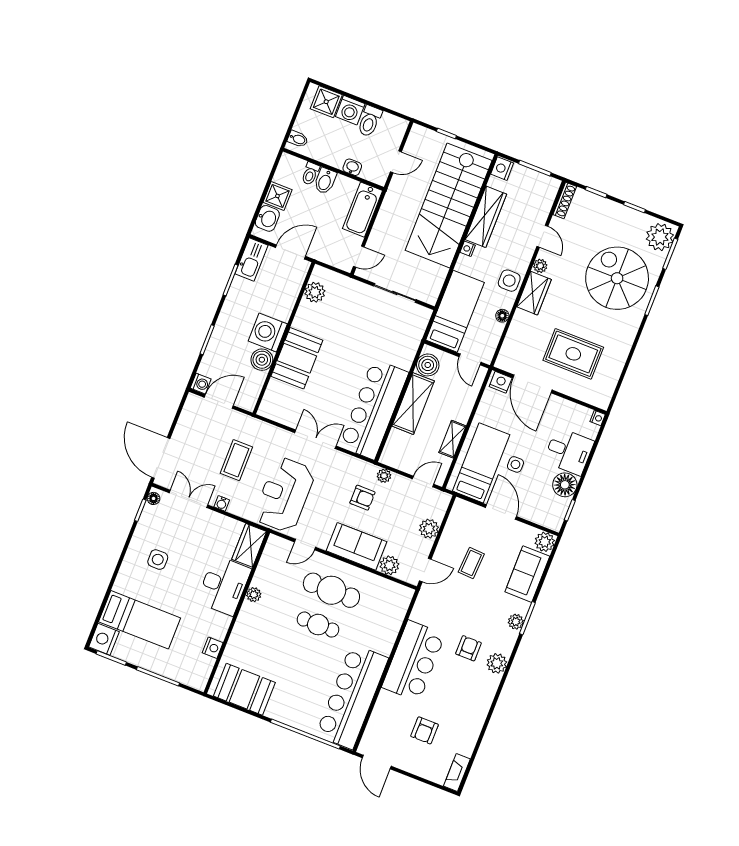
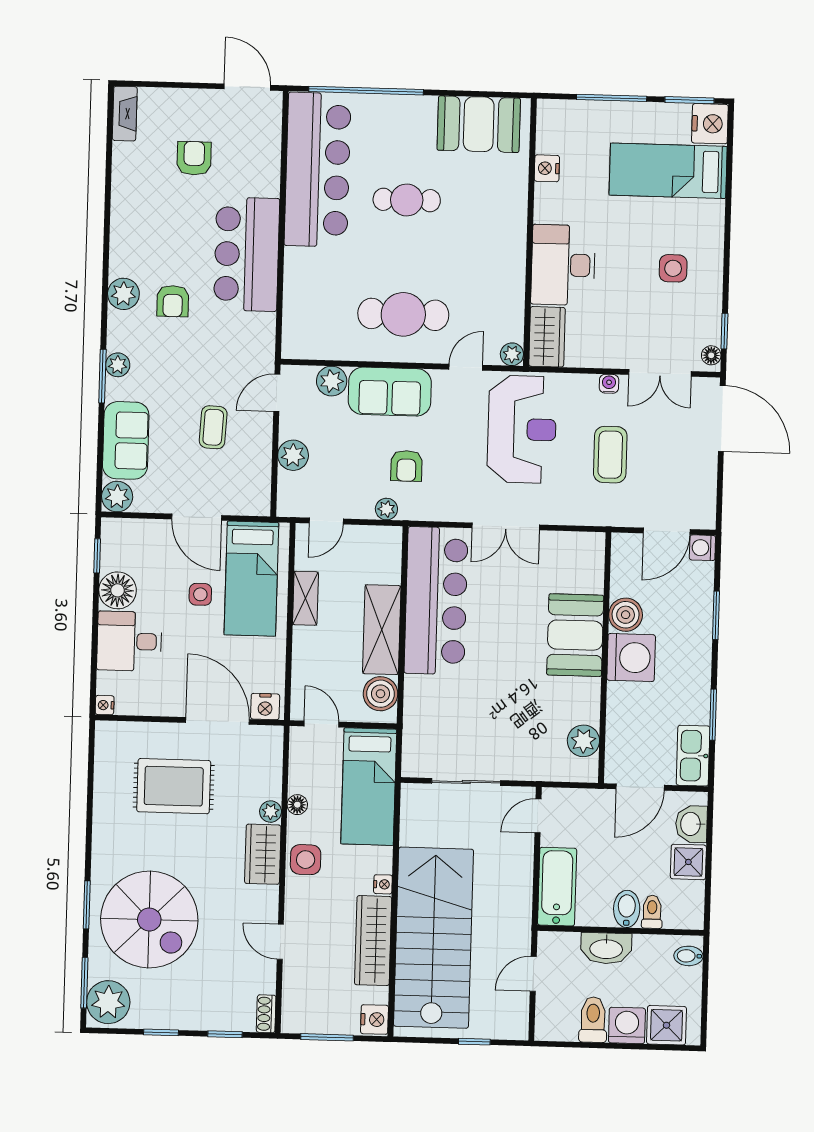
washbasin: (352, 167) -> (606, 948), width x1.91, depth x1.45
shoe rack: (565, 200) -> (266, 1014), width x0.70
plant: (540, 266) -> (271, 812), moved
armchair: (362, 498) -> (406, 466), turned -90
plant: (254, 595) -> (512, 354), moved
cafe table: (318, 625) -> (407, 200), moved

